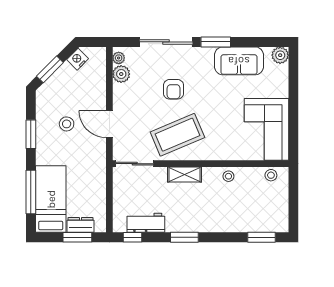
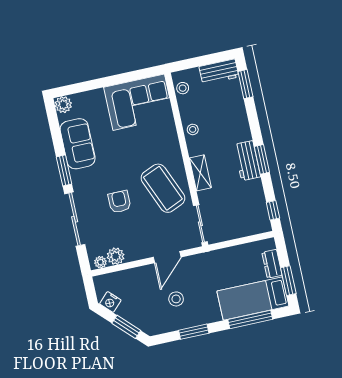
armchair: (174, 89) -> (119, 202), turned -90
workbench: (279, 214) -> (219, 72), added
workbench: (146, 223) -> (247, 161), moved
window: (77, 237) -> (288, 281), moved

